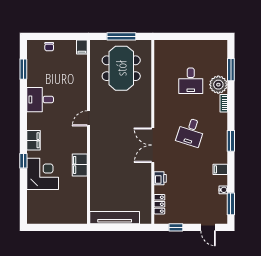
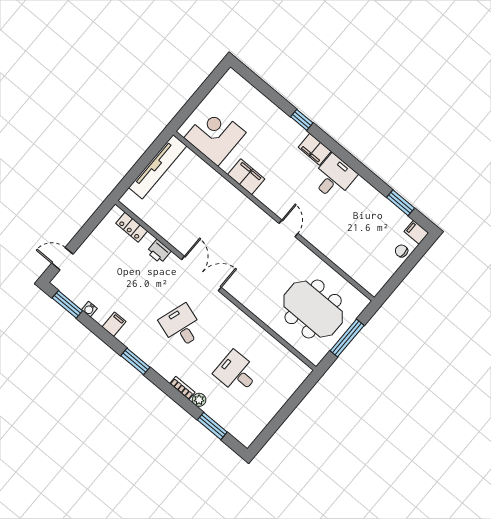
filing cabinet: (82, 47) -> (416, 232), moved
plant: (218, 85) -> (199, 400), width x0.53, depth x0.53
desk: (40, 100) -> (334, 177), moved
corner desk: (43, 174) -> (215, 135), moved, turned 180
window: (176, 227) -> (92, 224), removed

